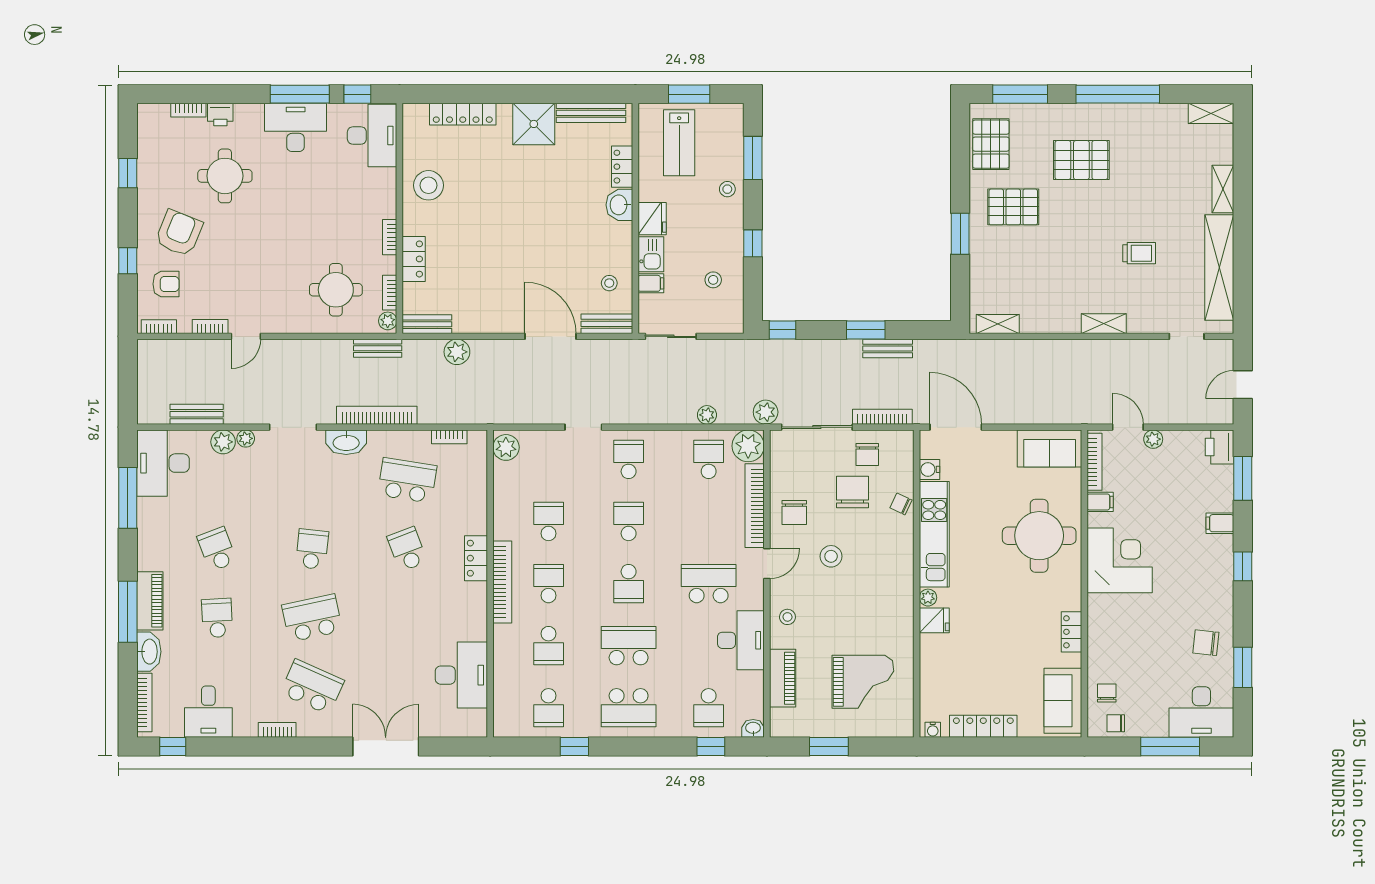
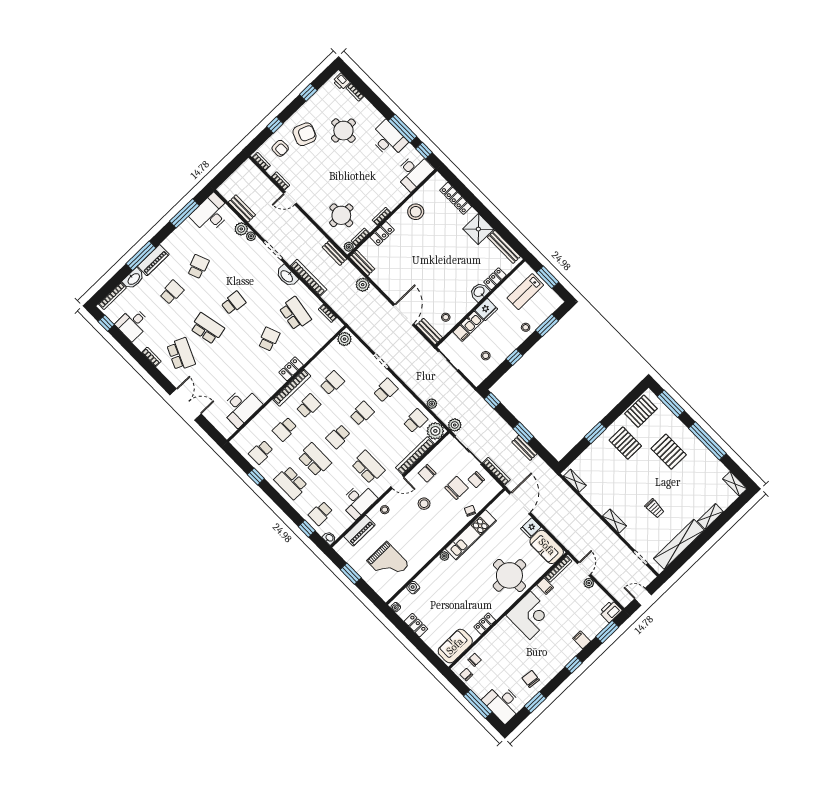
printer: (220, 115) -> (341, 82), moved
water cooler: (929, 469) -> (413, 588), moved
fridge: (934, 620) -> (531, 528), moved, turned 90
locker: (983, 726) -> (416, 625), width x0.66

